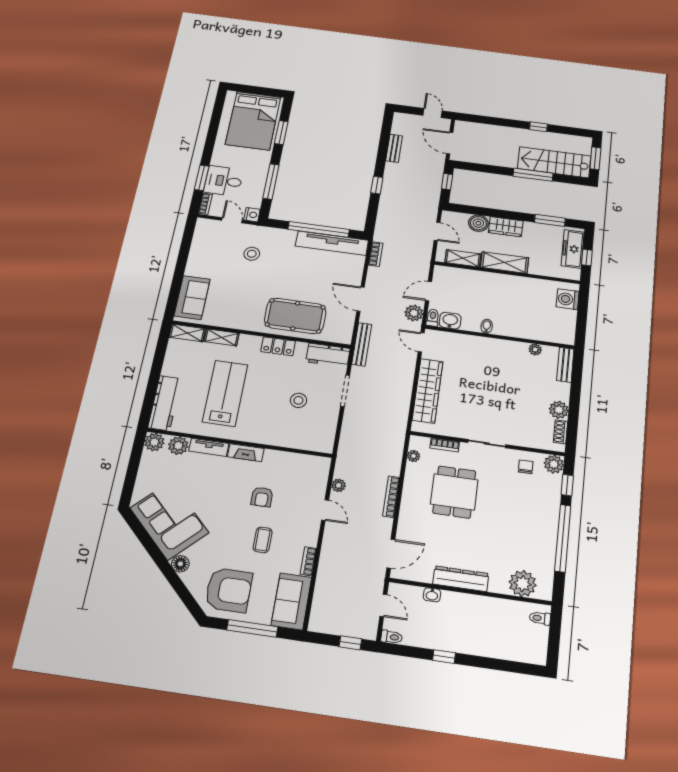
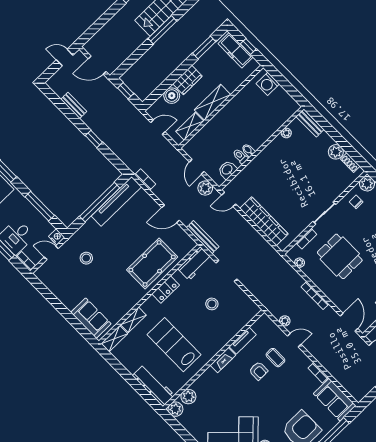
toilet: (433, 318) -> (240, 156), moved
tv unit: (209, 447) -> (243, 341), moved
coffee table: (263, 540) -> (275, 358), moved

